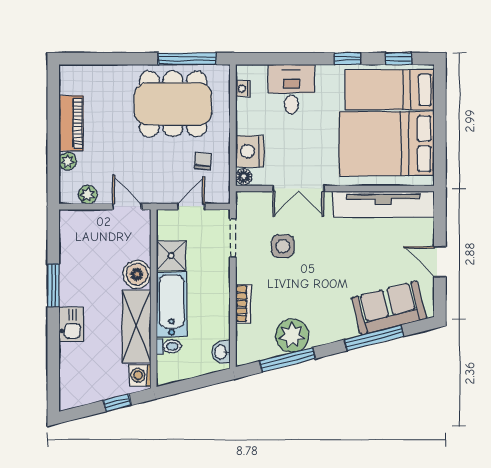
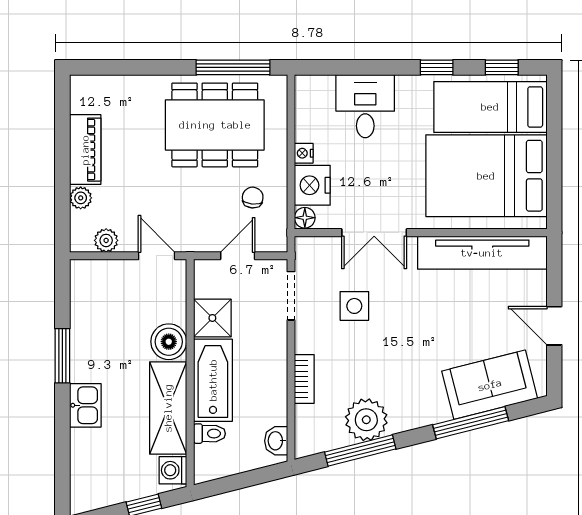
nightstand: (243, 89) -> (304, 153), moved

